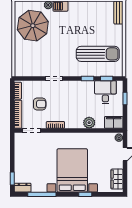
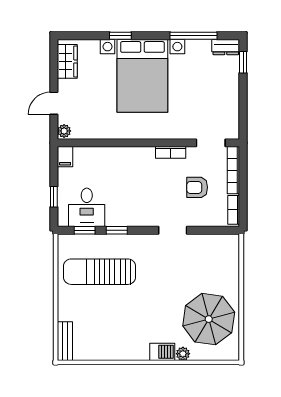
filing cabinet: (114, 122) -> (65, 157), width x0.50
plant: (89, 123) -> (114, 156), removed

